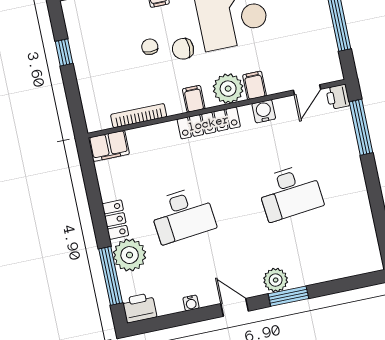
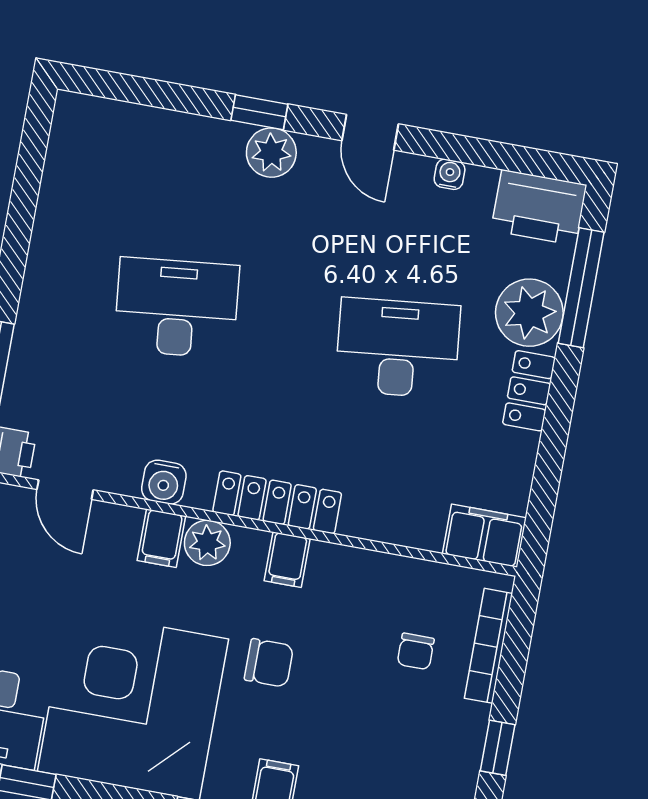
chair: (150, 47) -> (416, 651), moved
plant: (228, 89) -> (207, 543), width x0.73, depth x0.73
door: (307, 90) -> (65, 490), swing flipped
bookcase: (139, 116) -> (488, 646), moved, turned 90
window: (288, 296) -> (259, 112), width x0.67
printer: (139, 308) -> (539, 208), width x1.37, depth x1.19

